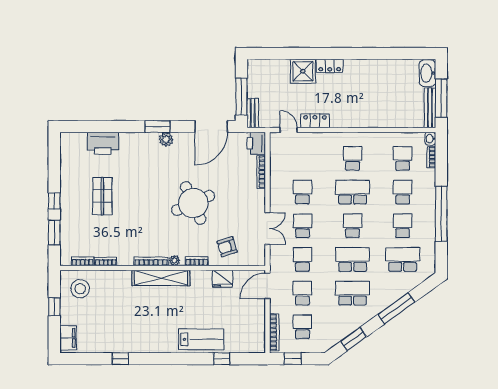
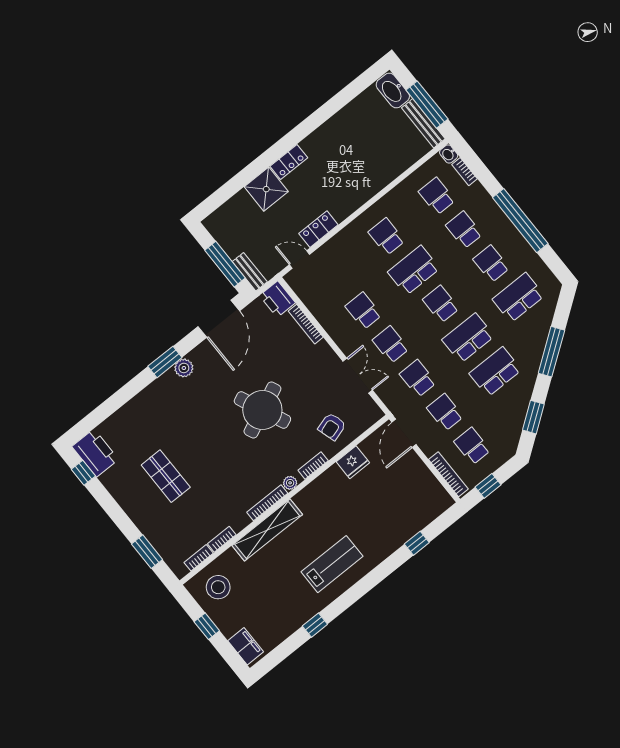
printer: (103, 143) -> (95, 453), moved, turned -90
window: (54, 201) -> (83, 473), moved
shelving: (161, 278) -> (267, 530), moved
lab bench: (201, 339) -> (332, 564), moved

